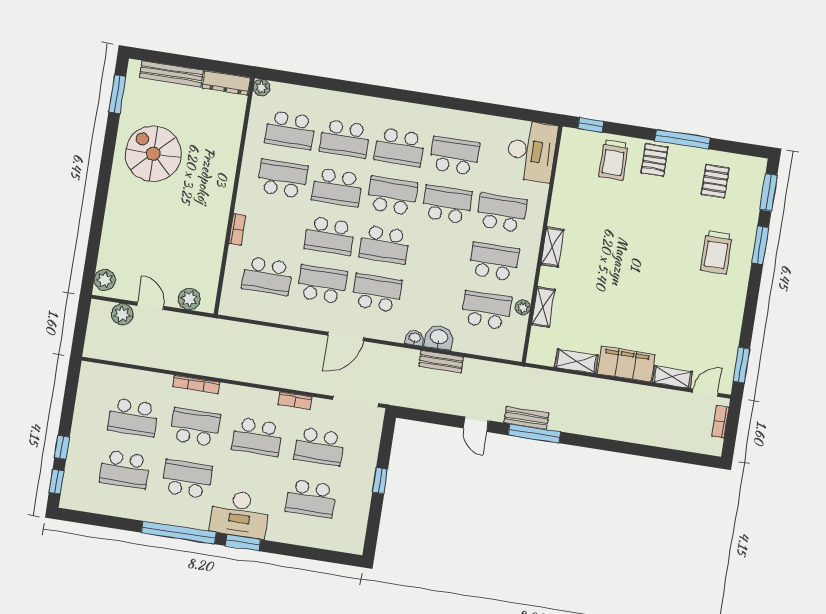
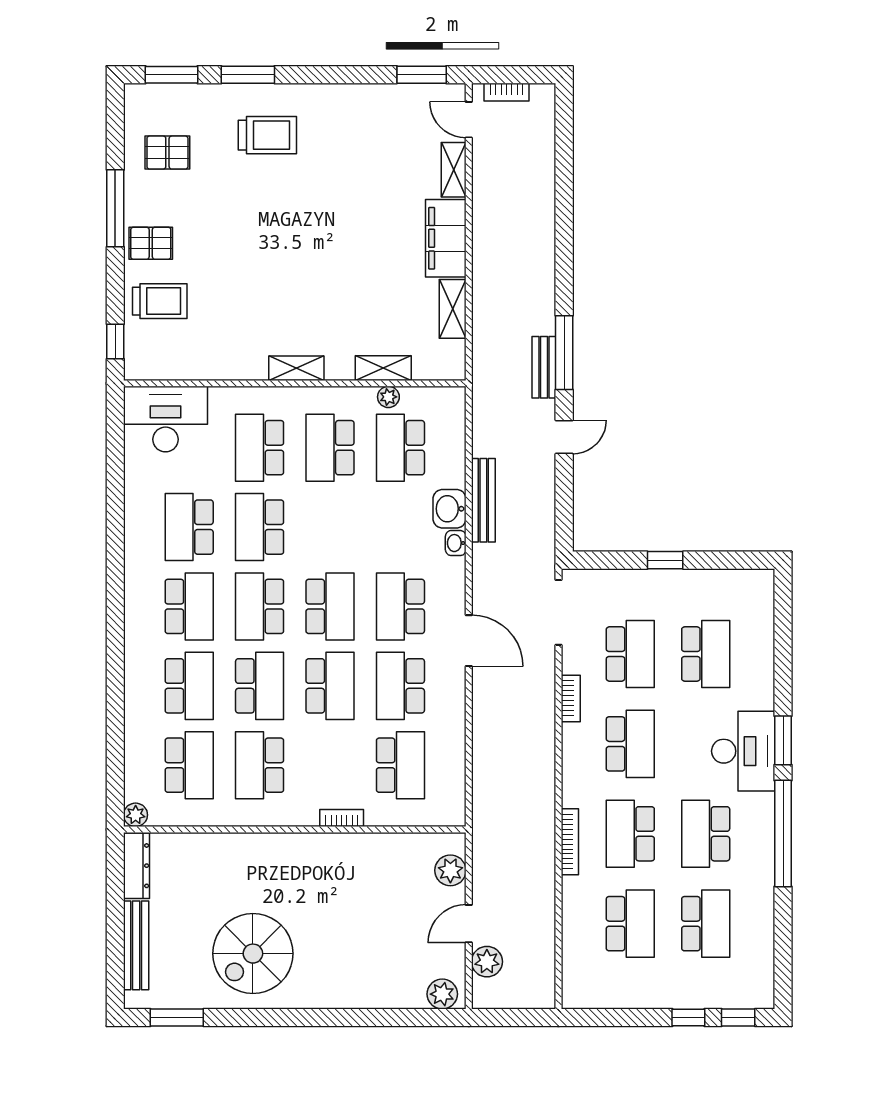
bench: (441, 362) -> (483, 500), width x1.36

